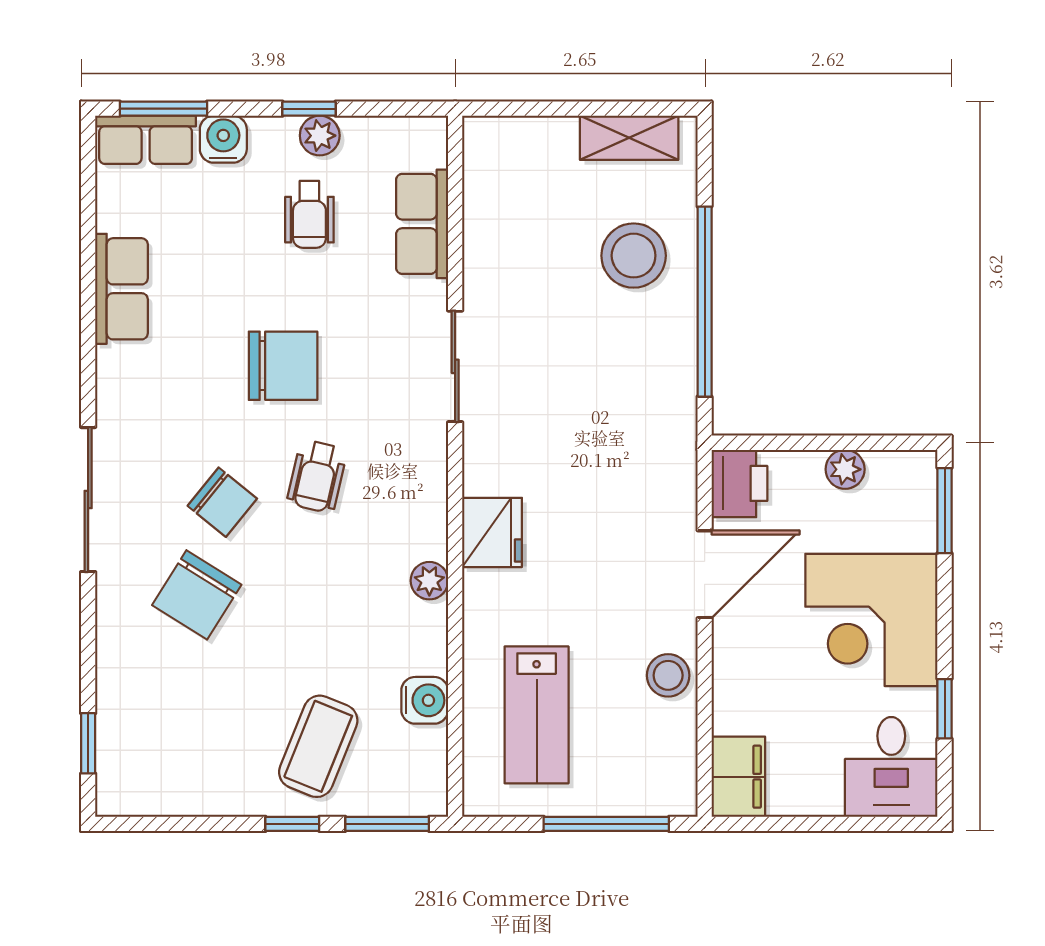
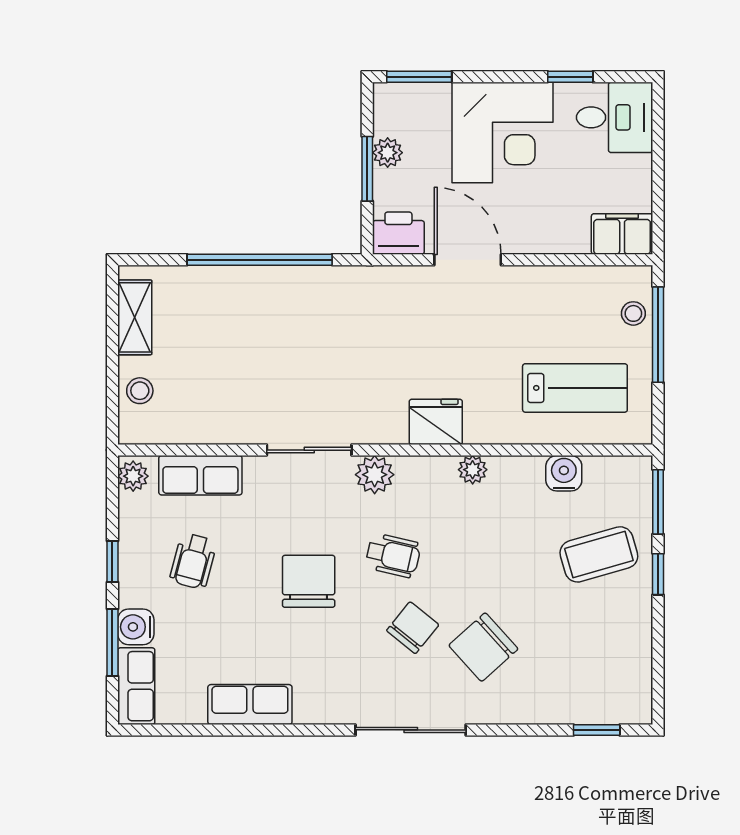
window: (163, 109) -> (112, 642), moved
plant: (320, 136) -> (133, 476), moved
wheelchair: (309, 214) -> (193, 561), turned 105
stool: (634, 256) -> (140, 391), moved, width x0.53, depth x0.53
window: (824, 443) -> (367, 169), added
plant: (423, 452) -> (375, 475), added
chair: (197, 595) -> (483, 647), turned 106
stool: (668, 675) -> (633, 313), moved, width x0.73, depth x0.73
coffee table: (318, 746) -> (599, 554), turned -38

